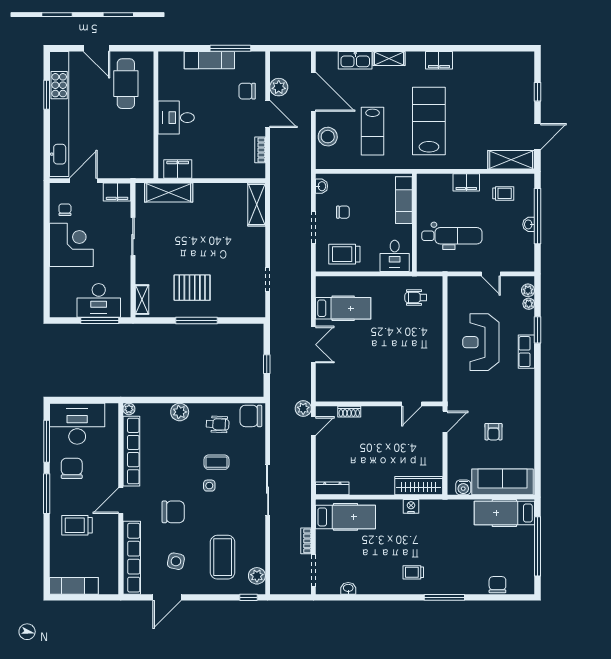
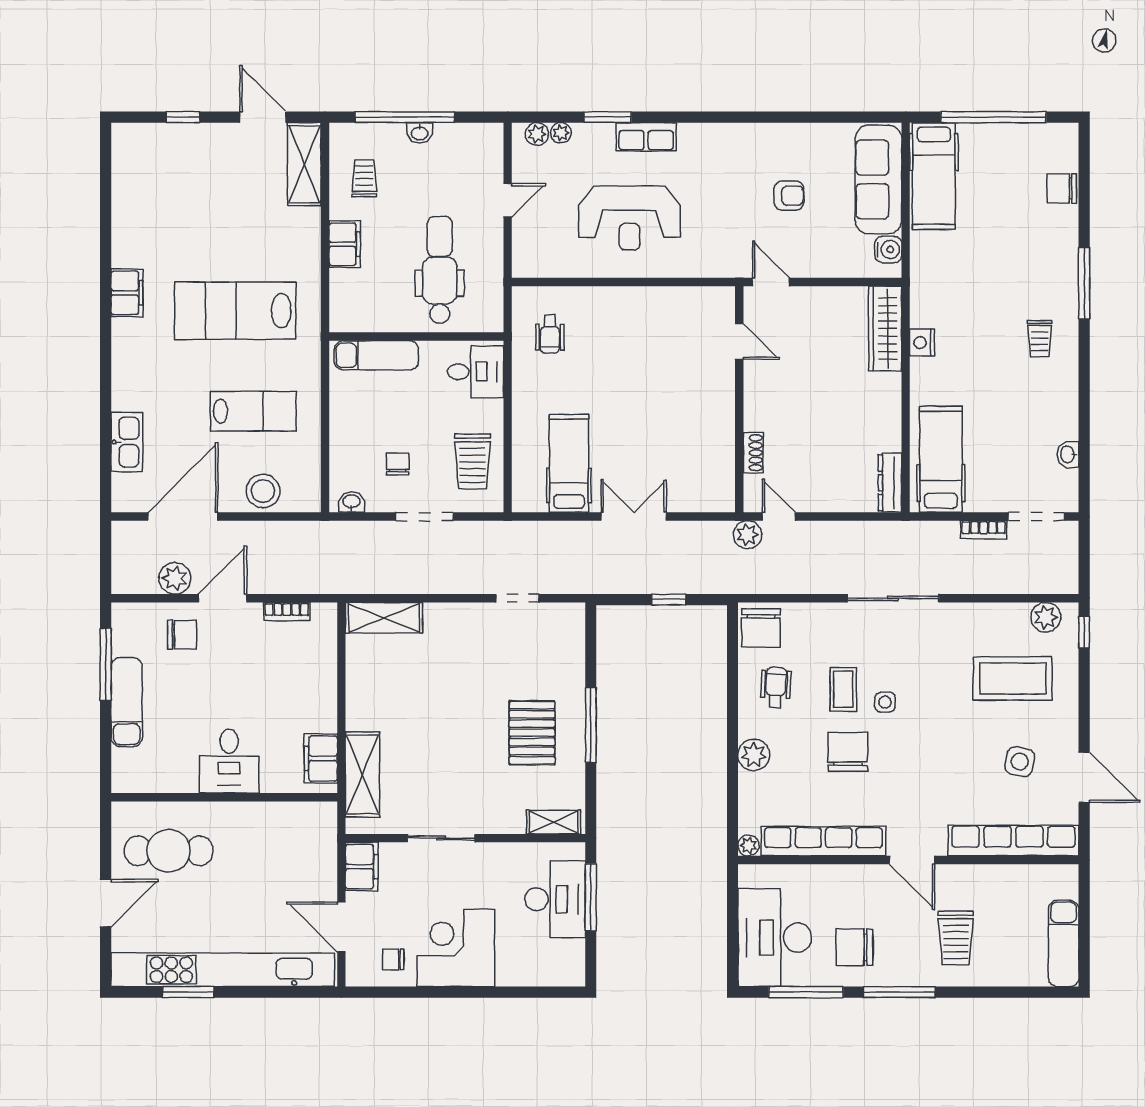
shelving: (389, 58) -> (124, 382), removed
chair: (247, 91) -> (182, 635), turned -90
chair: (173, 512) -> (848, 752), moved

